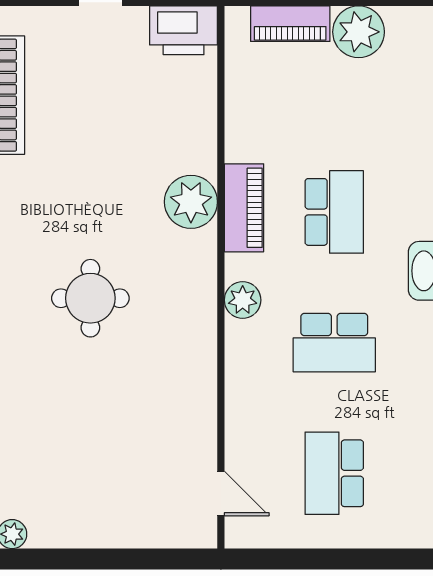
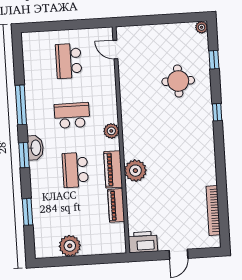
piano: (290, 24) -> (116, 205), moved, turned -90
round table: (90, 298) -> (178, 81), moved
school desk: (334, 473) -> (69, 61), turned 180

